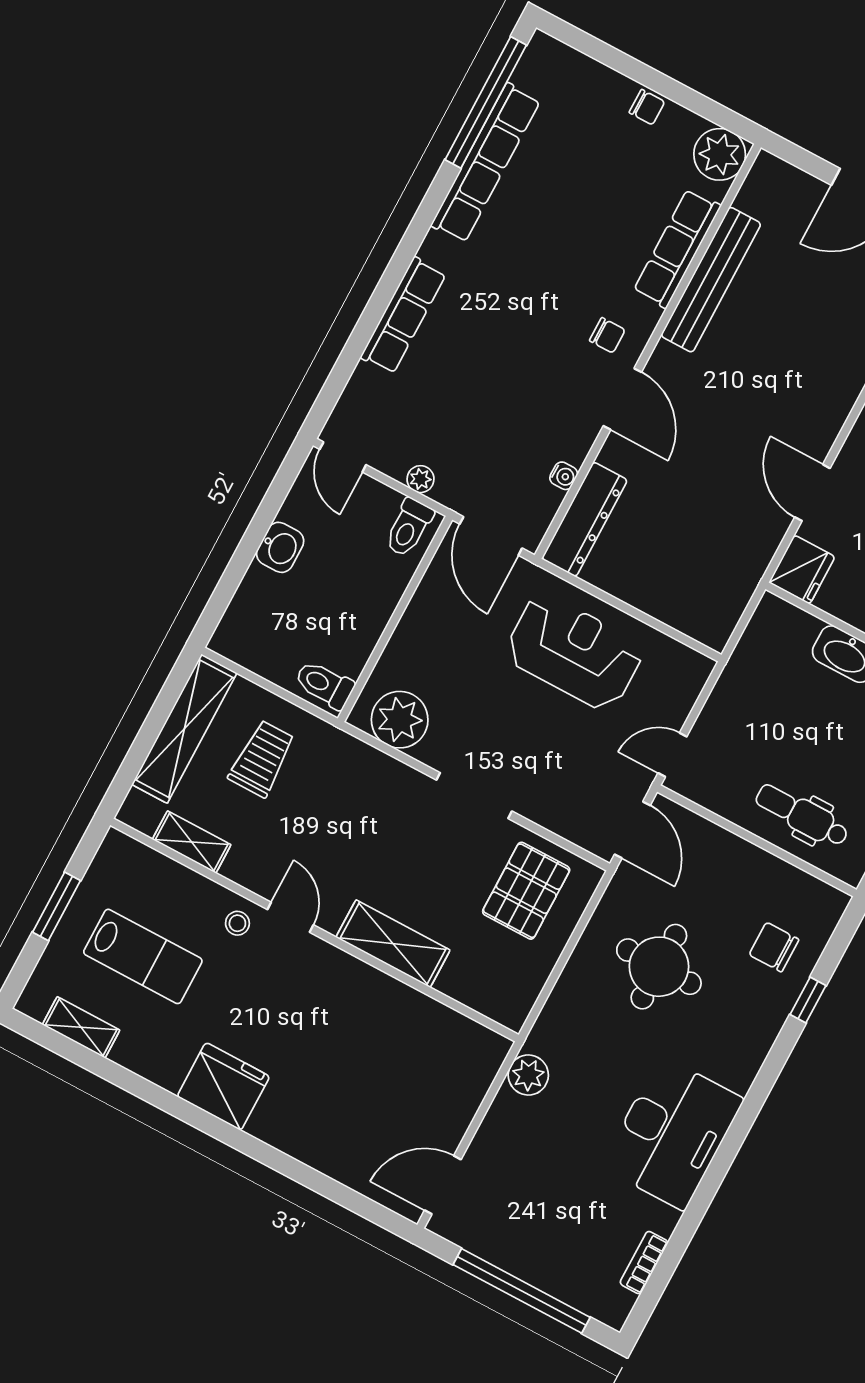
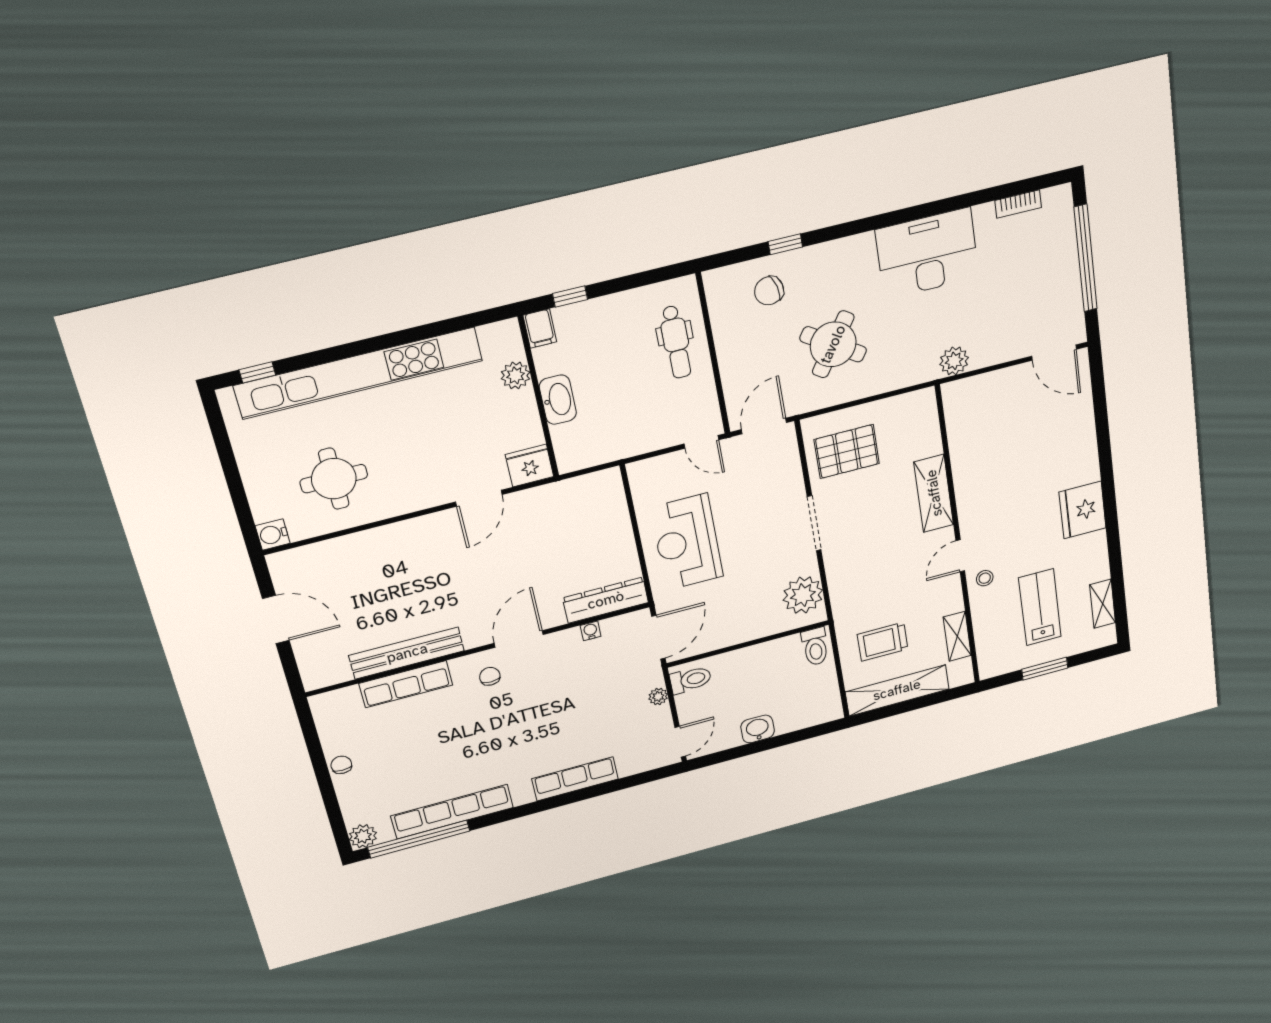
plant: (720, 154) -> (363, 836), moved, width x0.73, depth x0.73
chair: (774, 947) -> (769, 291), turned 76
round table: (659, 967) -> (833, 344), turned 34

